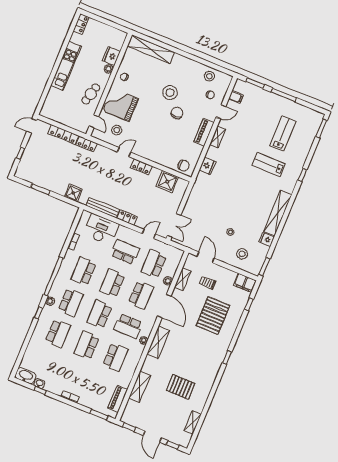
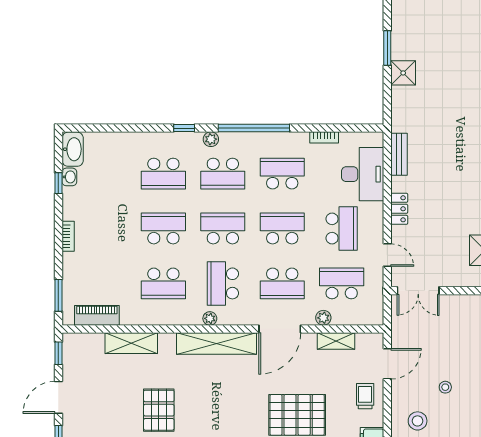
shower: (73, 193) -> (403, 73), moved
bench: (103, 208) -> (399, 154), width x0.73
trolley: (208, 283) -> (365, 396), moved
shelving: (158, 342) -> (217, 344), width x1.47

